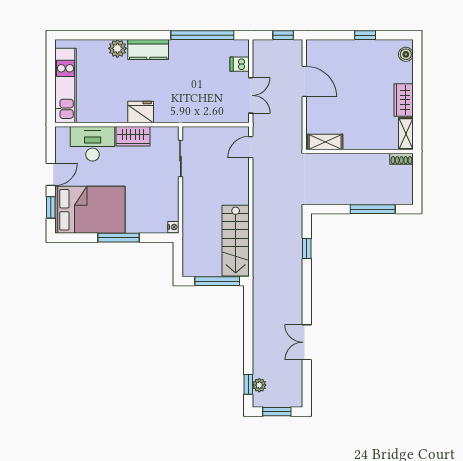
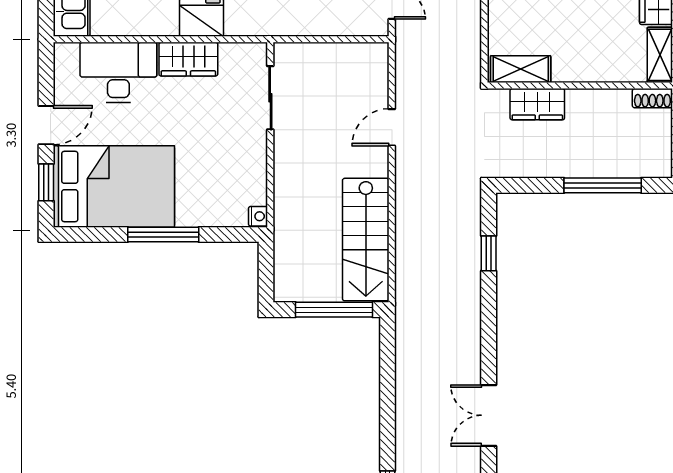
door: (251, 147) -> (392, 127), moved
wardrobe: (335, 162) -> (537, 104), added

